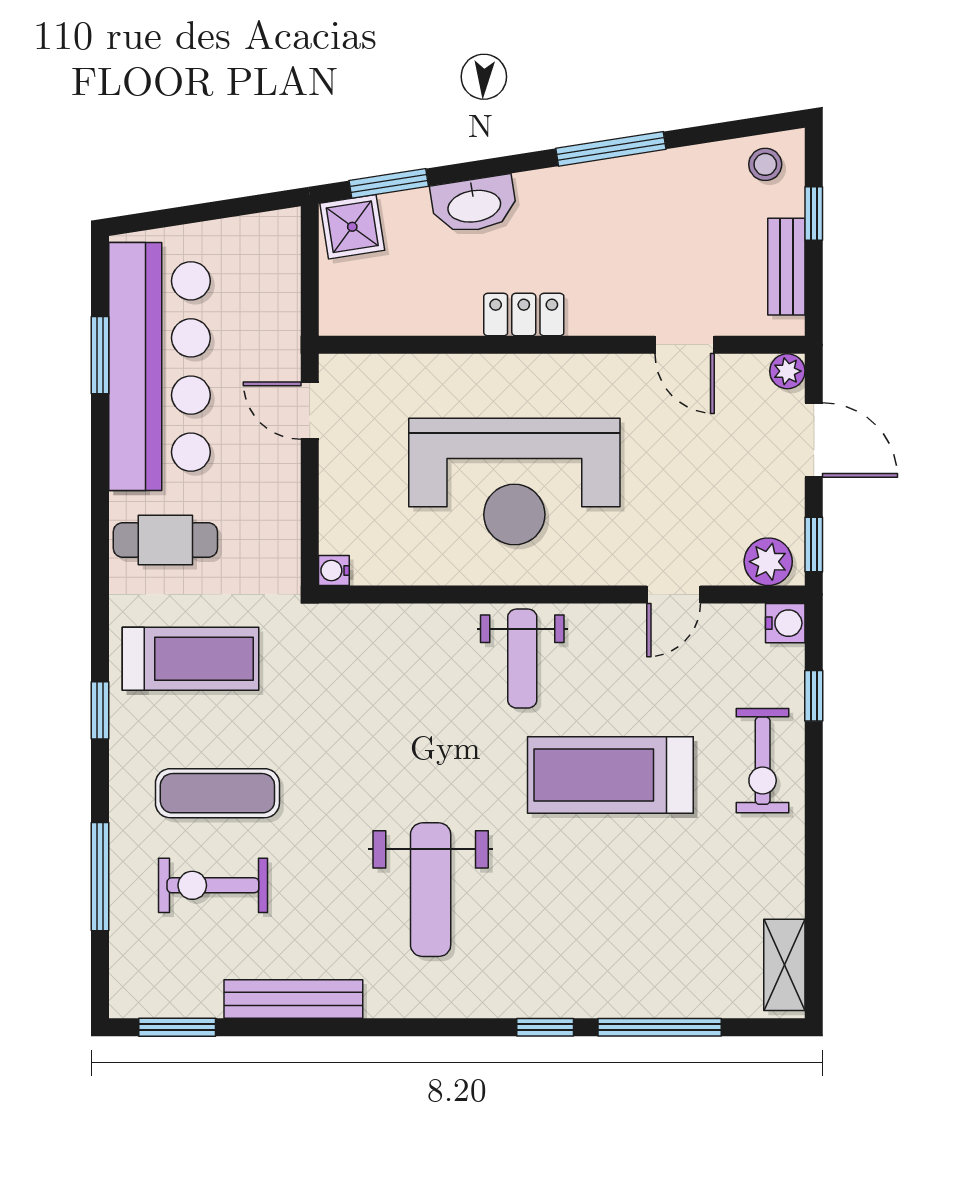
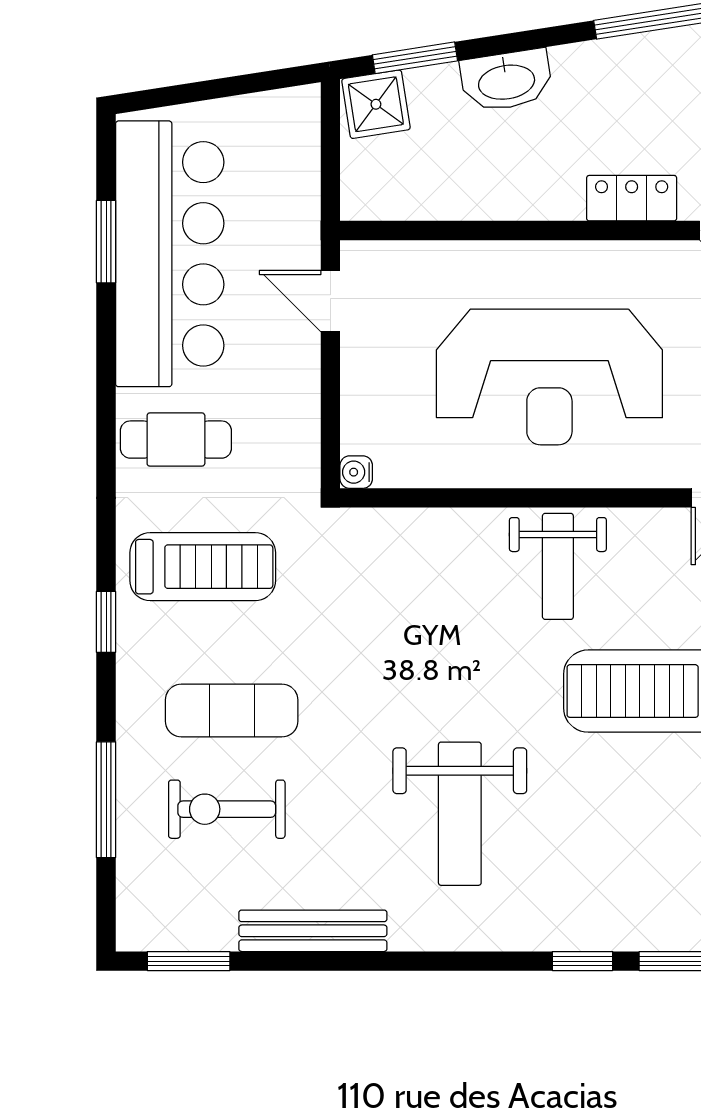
locker: (524, 315) -> (632, 198), moved

